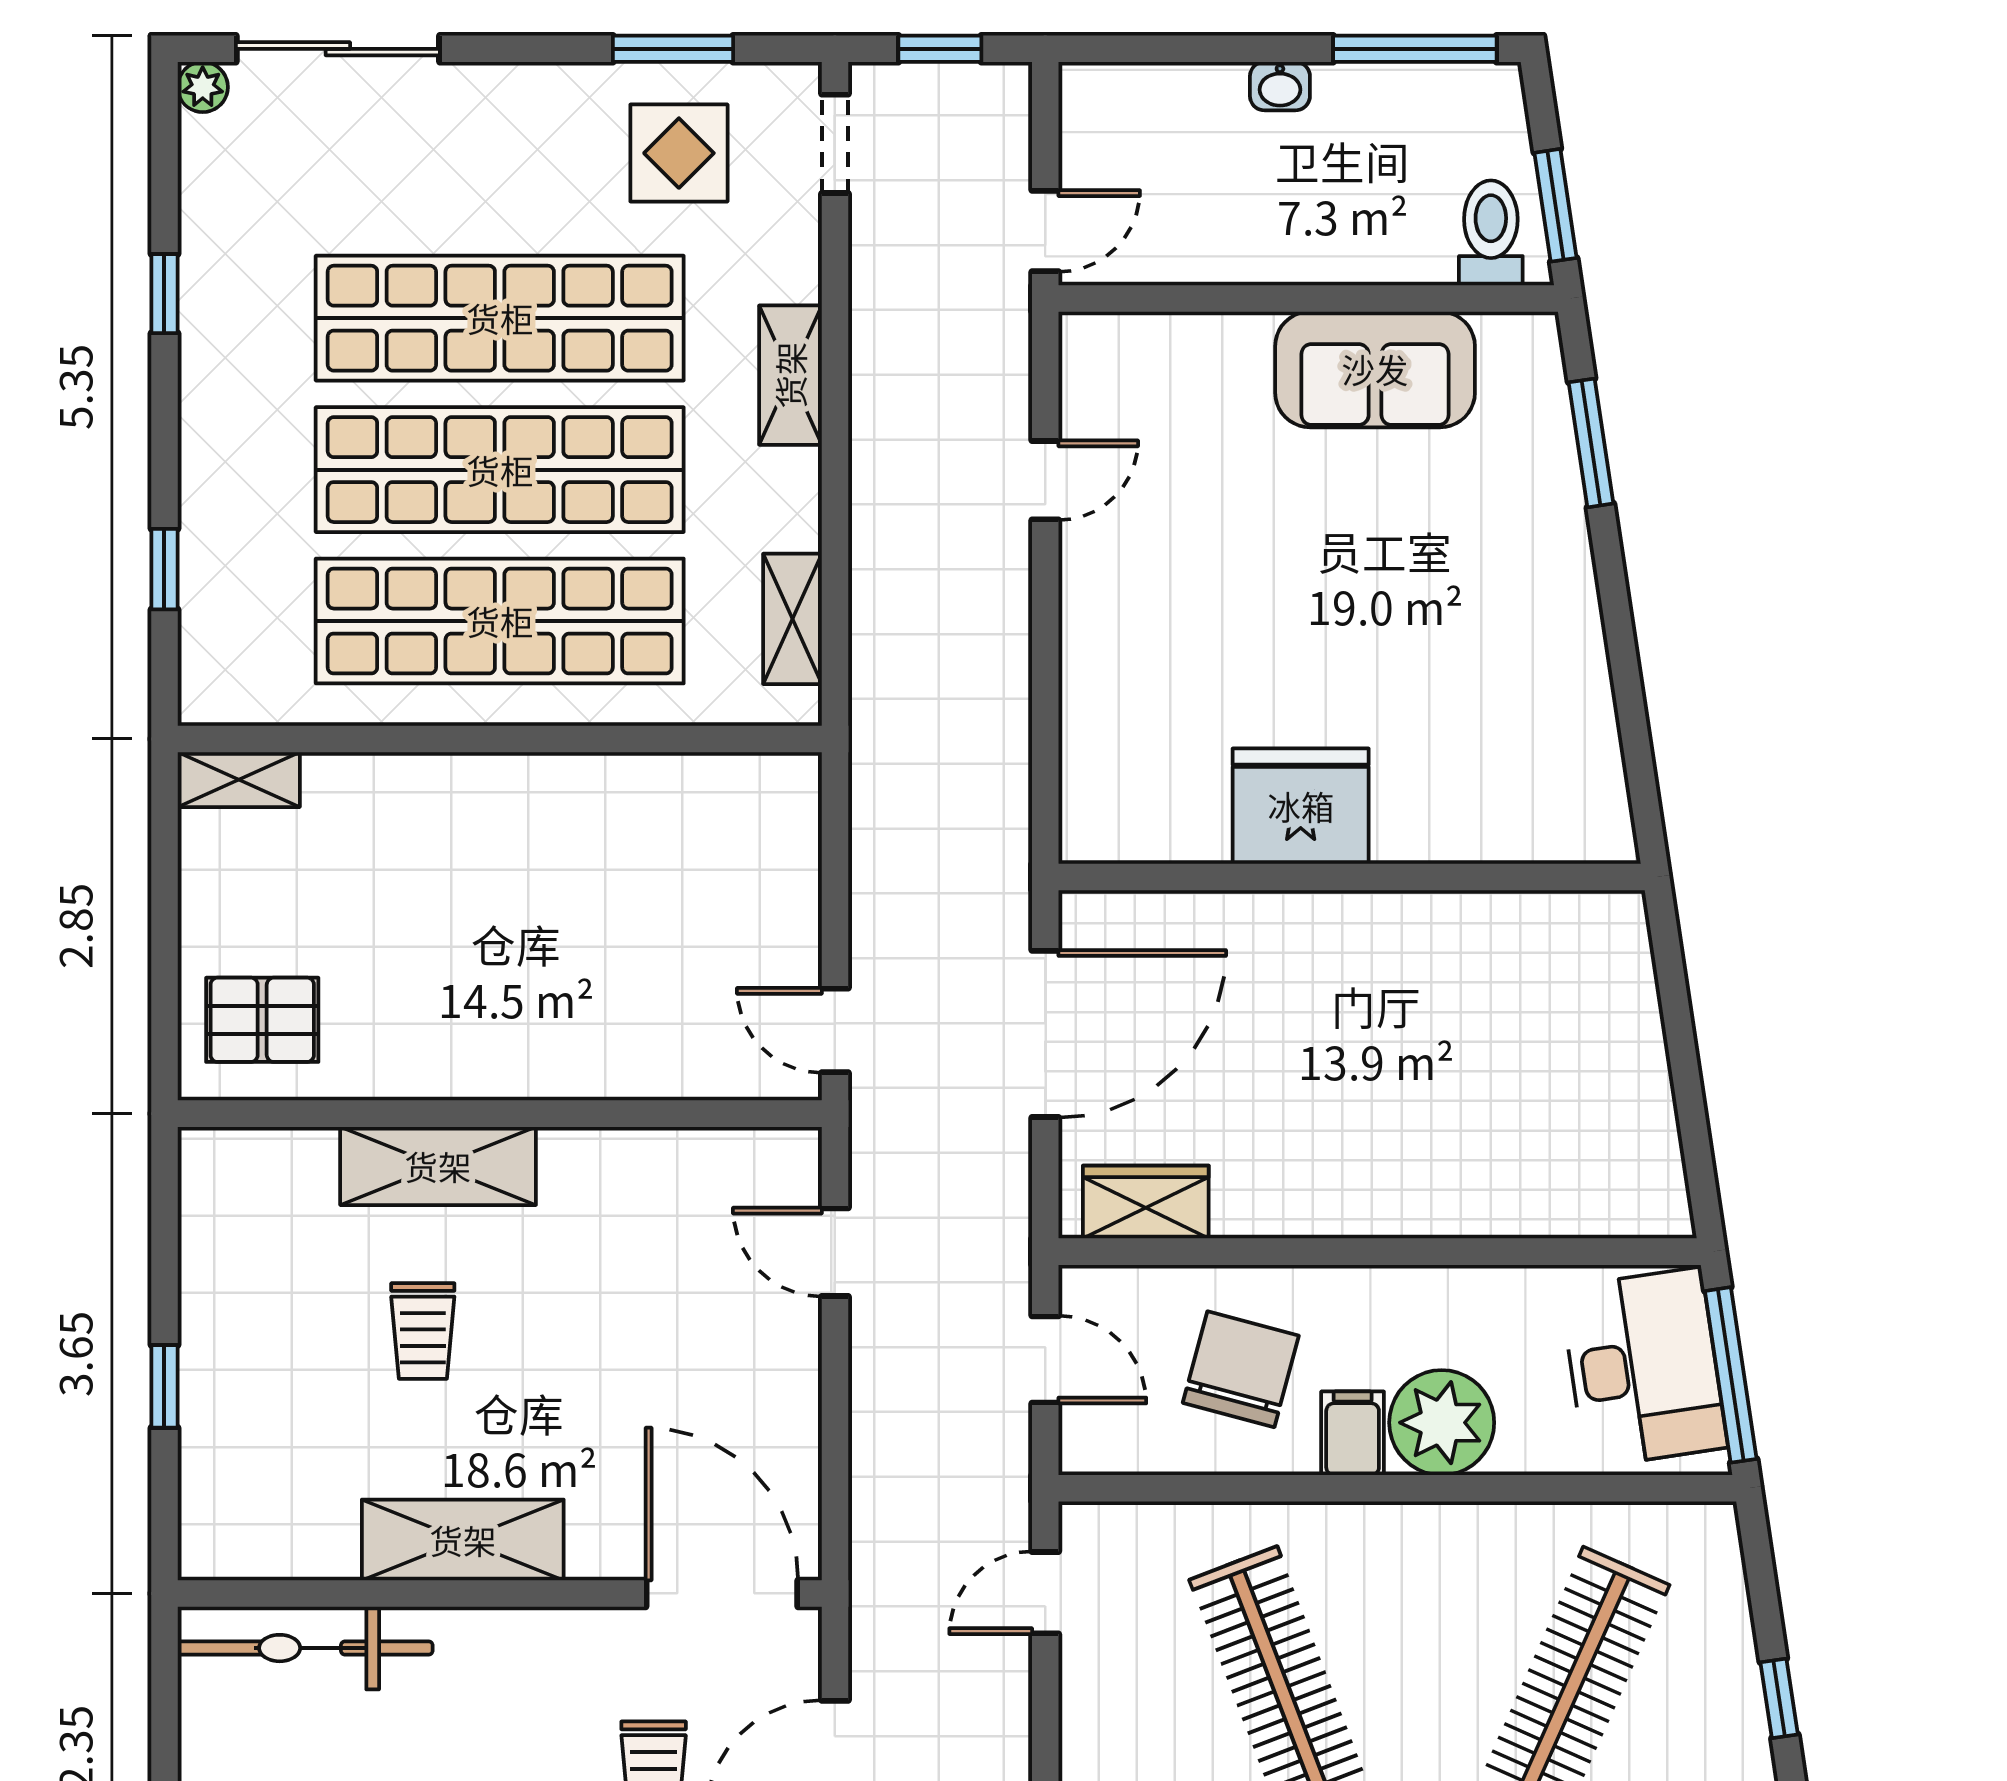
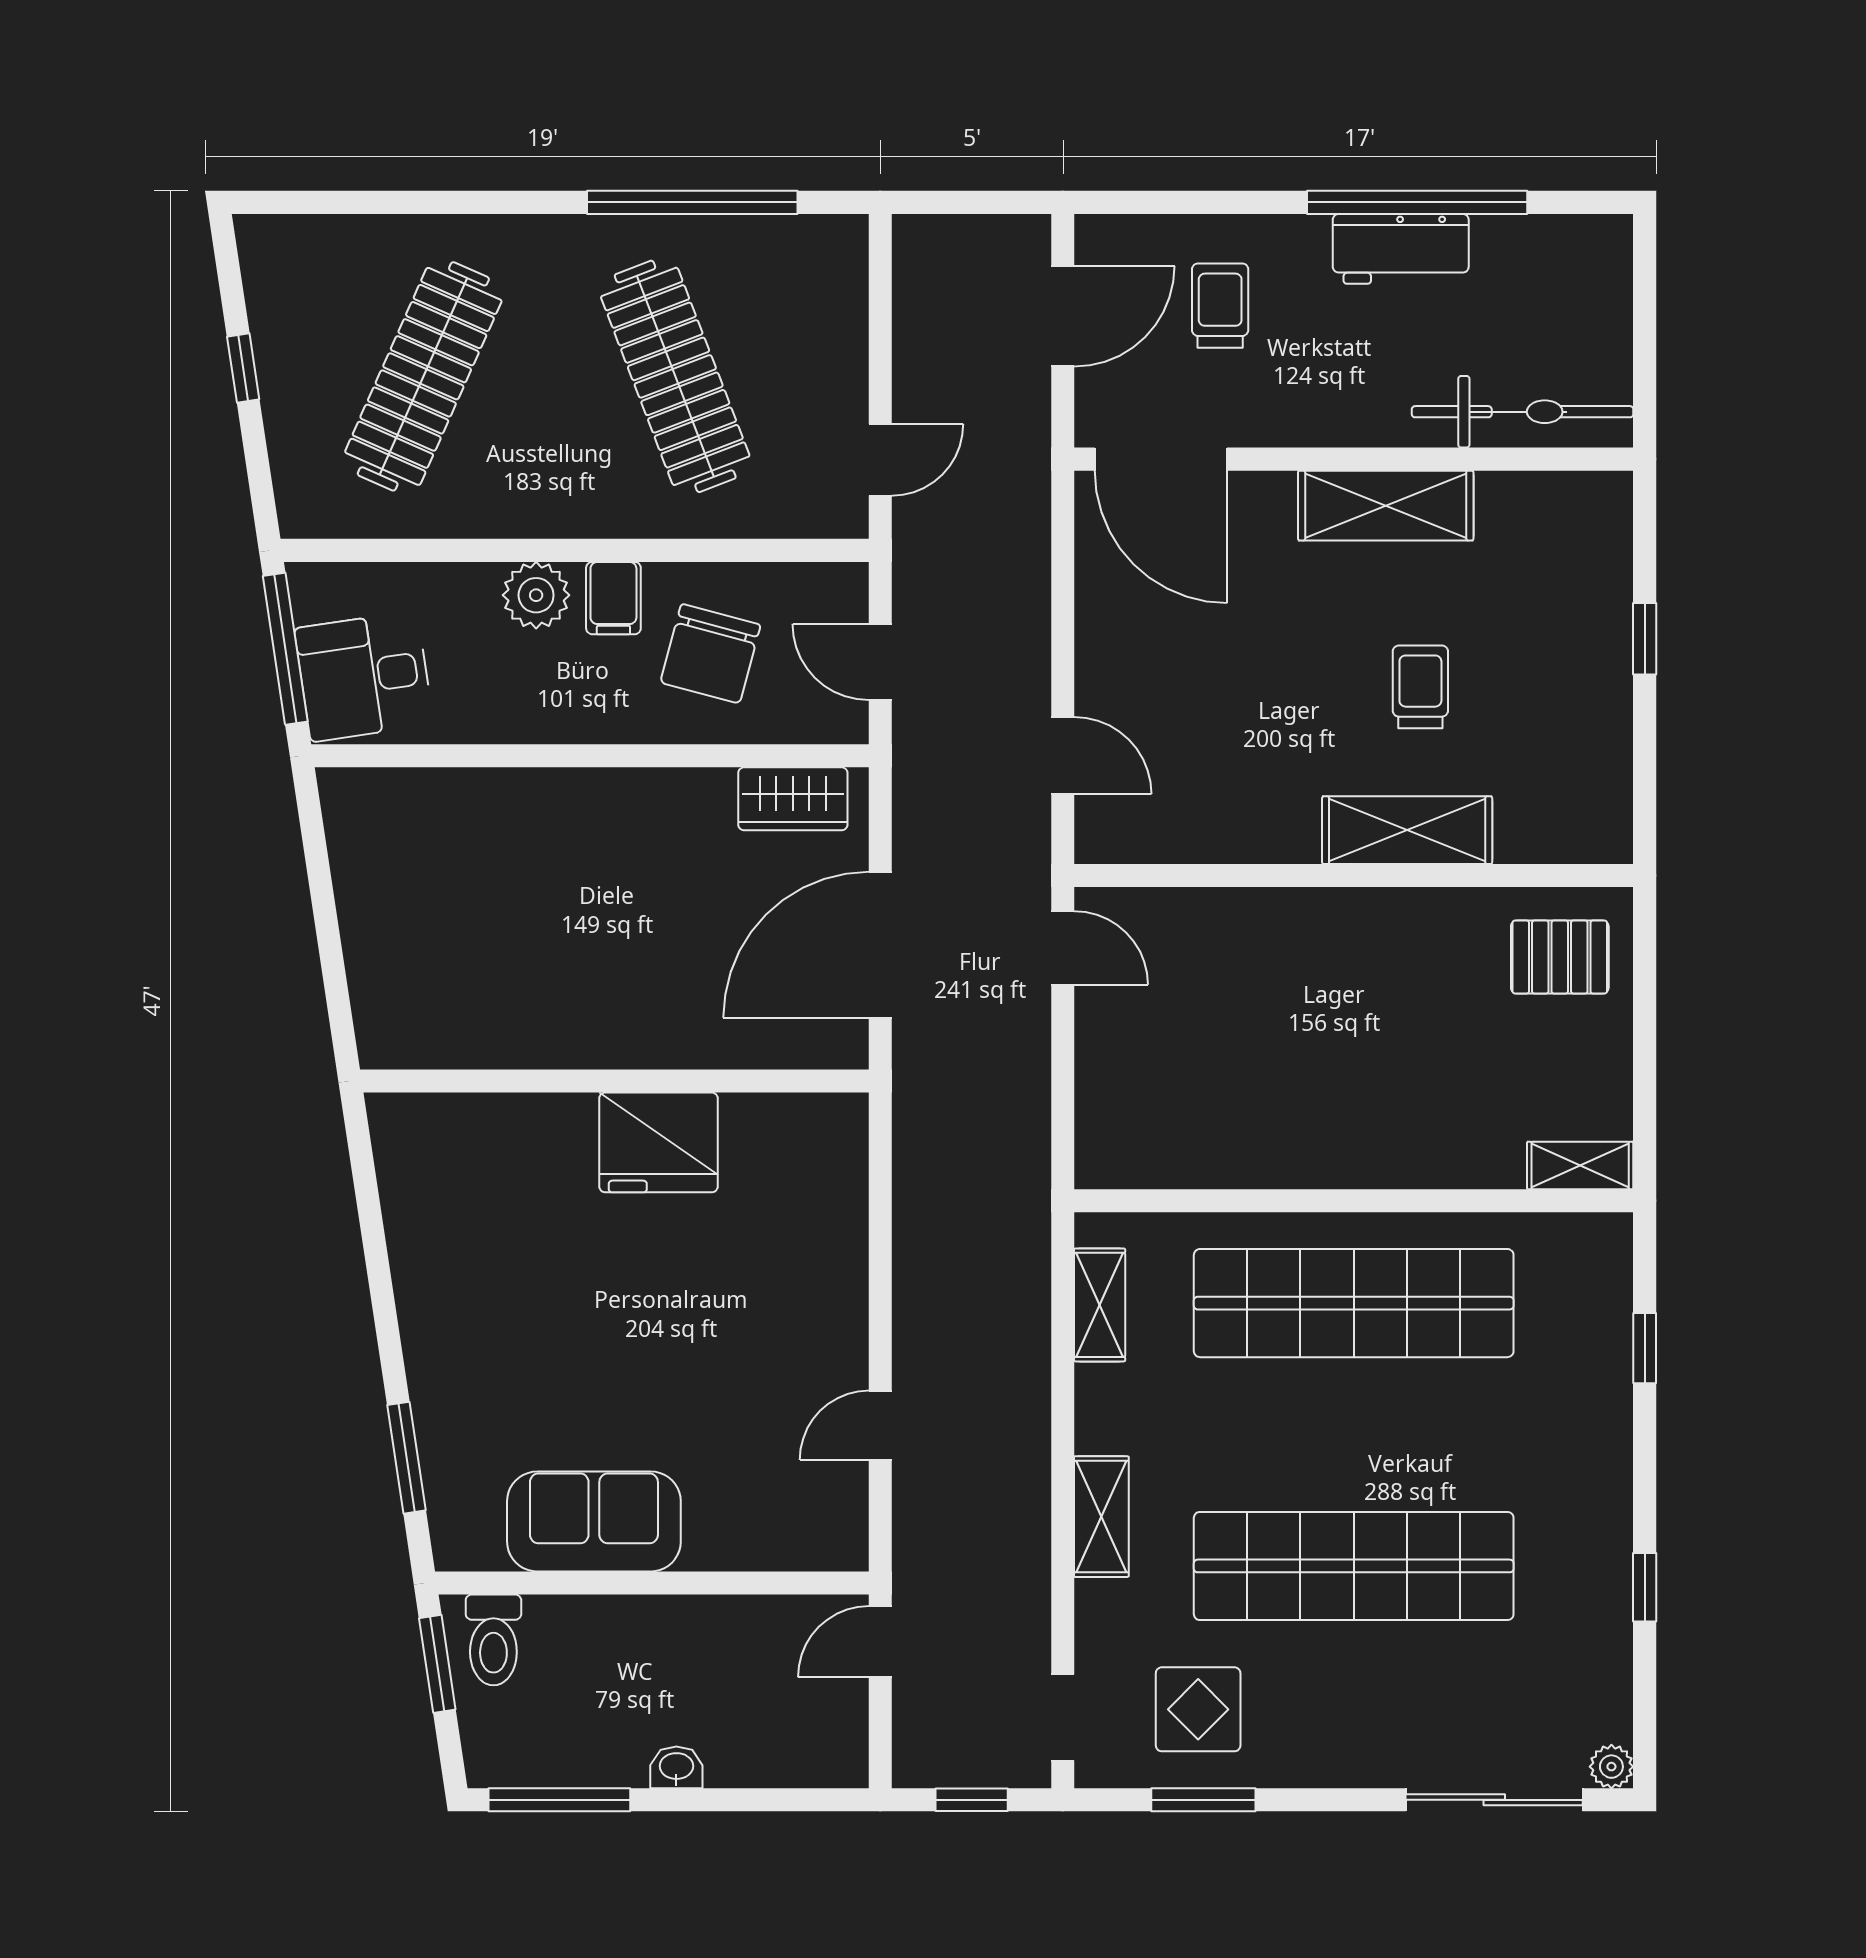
shop shelf: (500, 470) -> (1354, 1435), removed
desk: (1644, 1368) -> (364, 676), width x0.73
plant: (1442, 1423) -> (536, 595), width x0.73, depth x0.73

